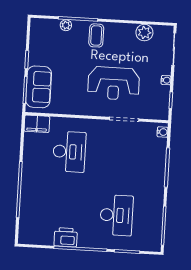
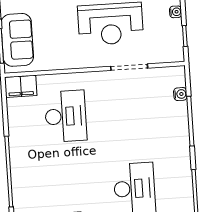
water cooler: (162, 132) -> (180, 94), moved

